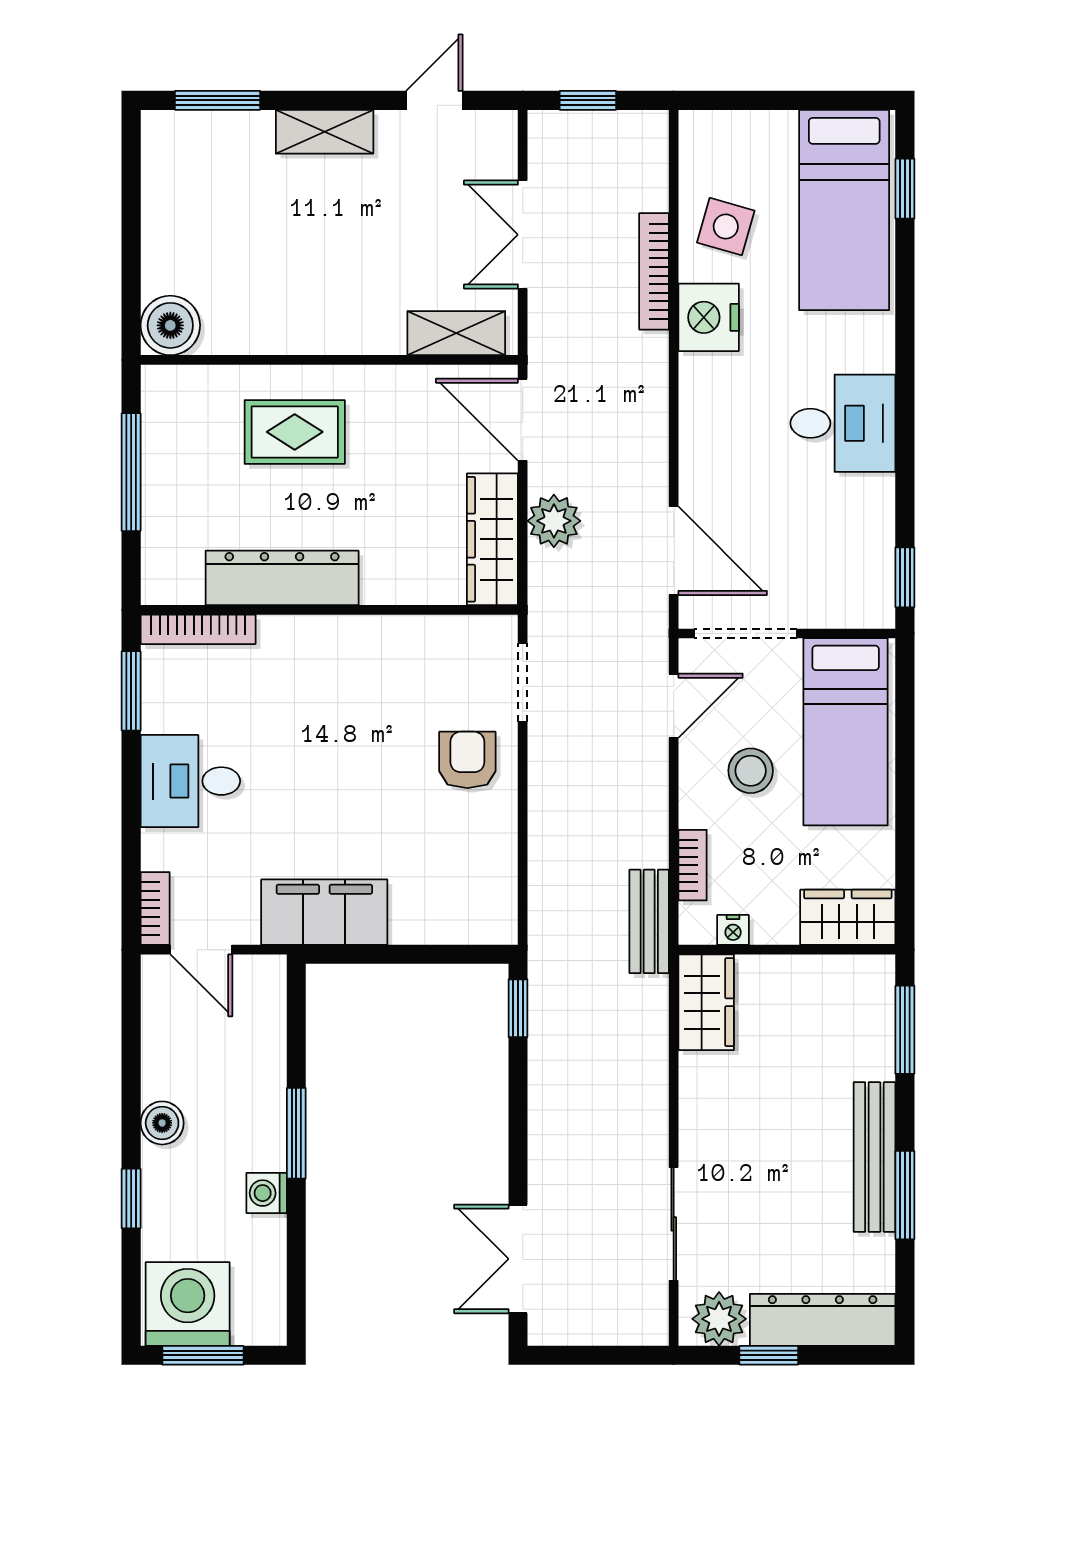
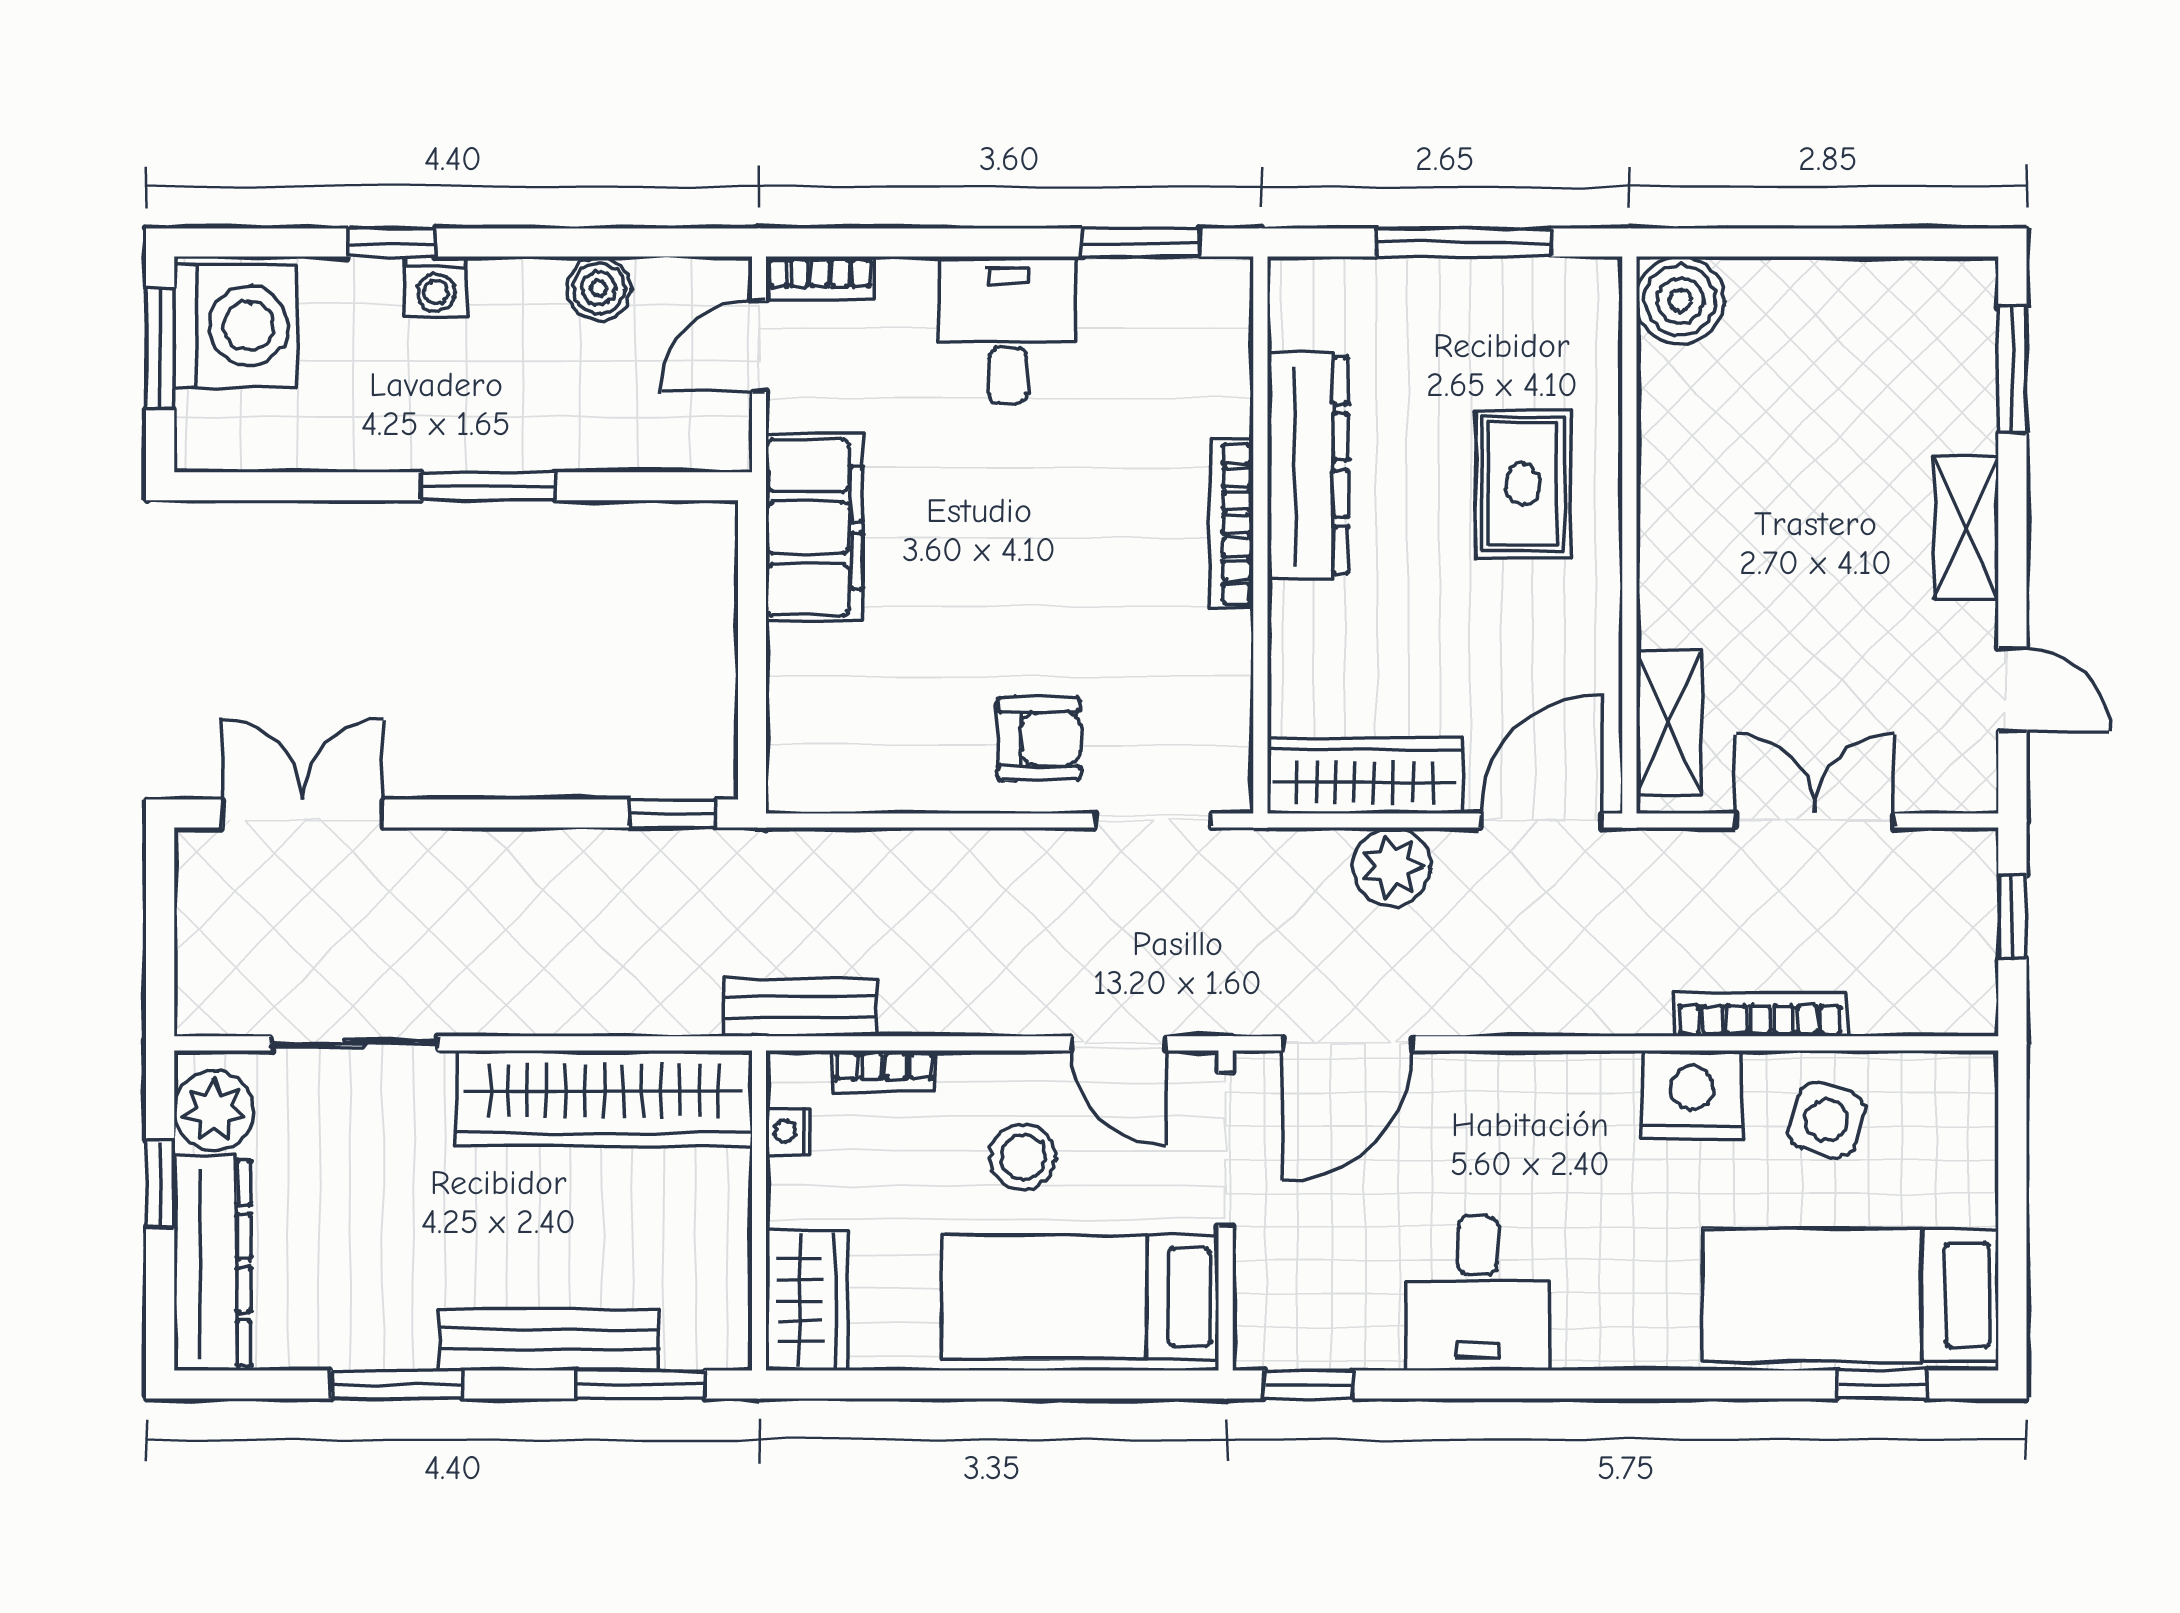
desk: (843, 423) -> (1478, 1293), moved
bookcase: (198, 629) -> (1232, 524), moved
wardrobe: (706, 1002) -> (604, 1098), width x2.10, depth x1.17
boiler: (162, 1123) -> (599, 288), moved
bench: (874, 1157) -> (549, 1340), moved
washing machine: (267, 1193) -> (436, 286), moved, turned 180

